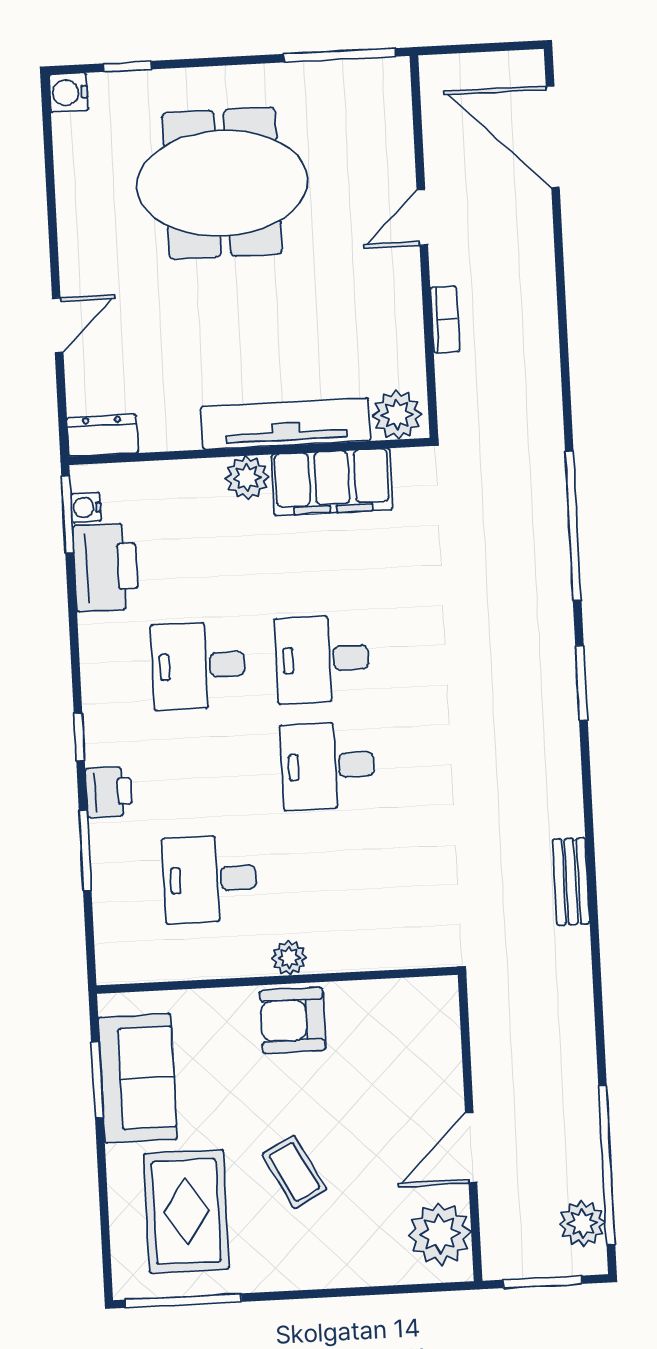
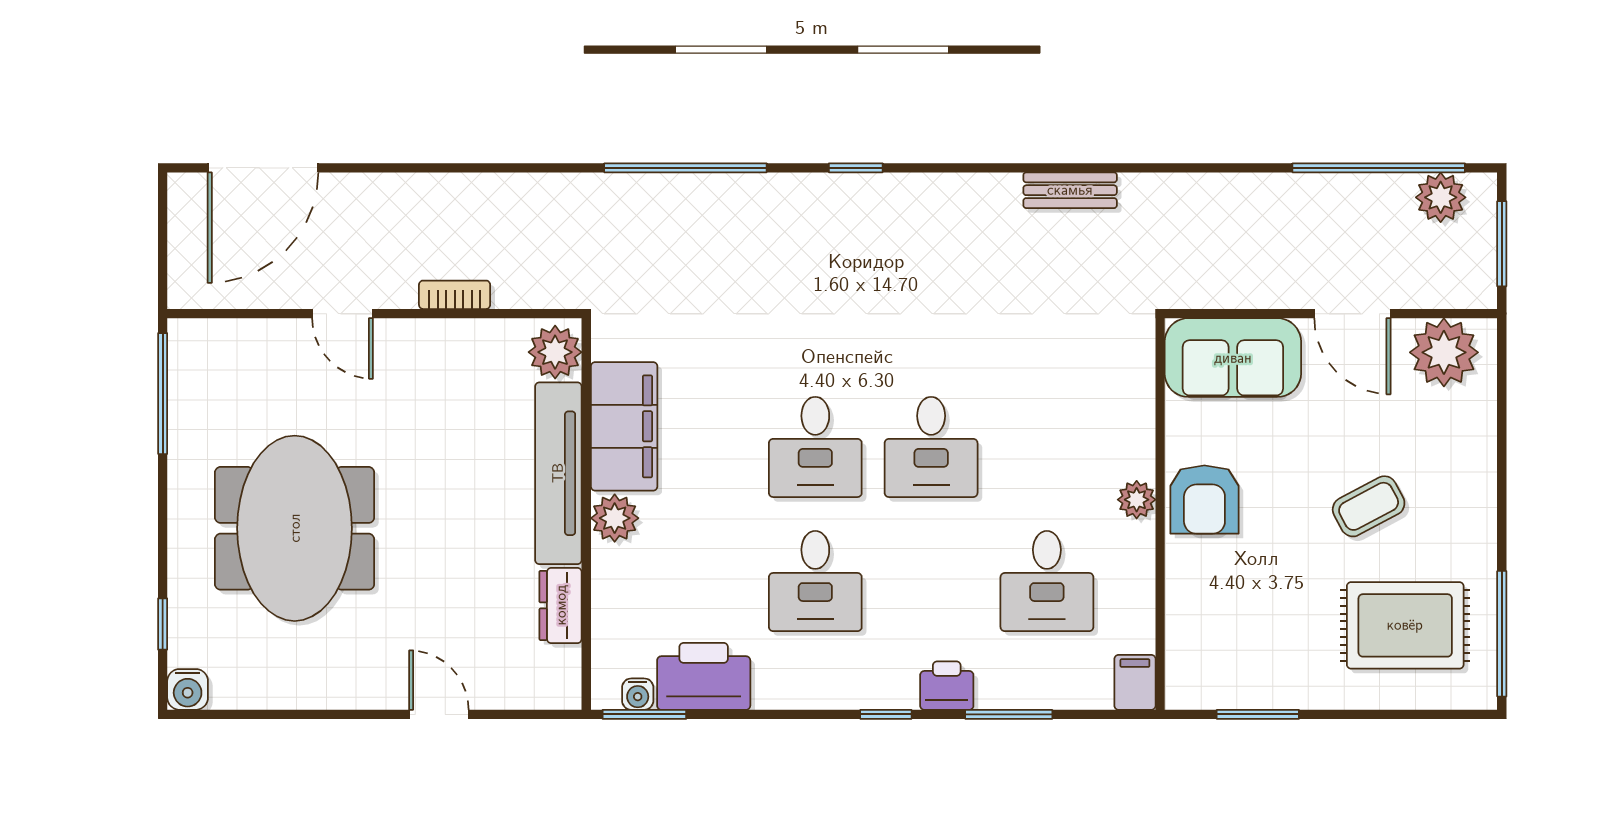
dresser: (102, 435) -> (561, 605), moved
window: (581, 683) -> (856, 168), width x0.67
filing cabinet: (121, 965) -> (1135, 682), added
sofa: (138, 1078) -> (1233, 358), moved, turned 180

